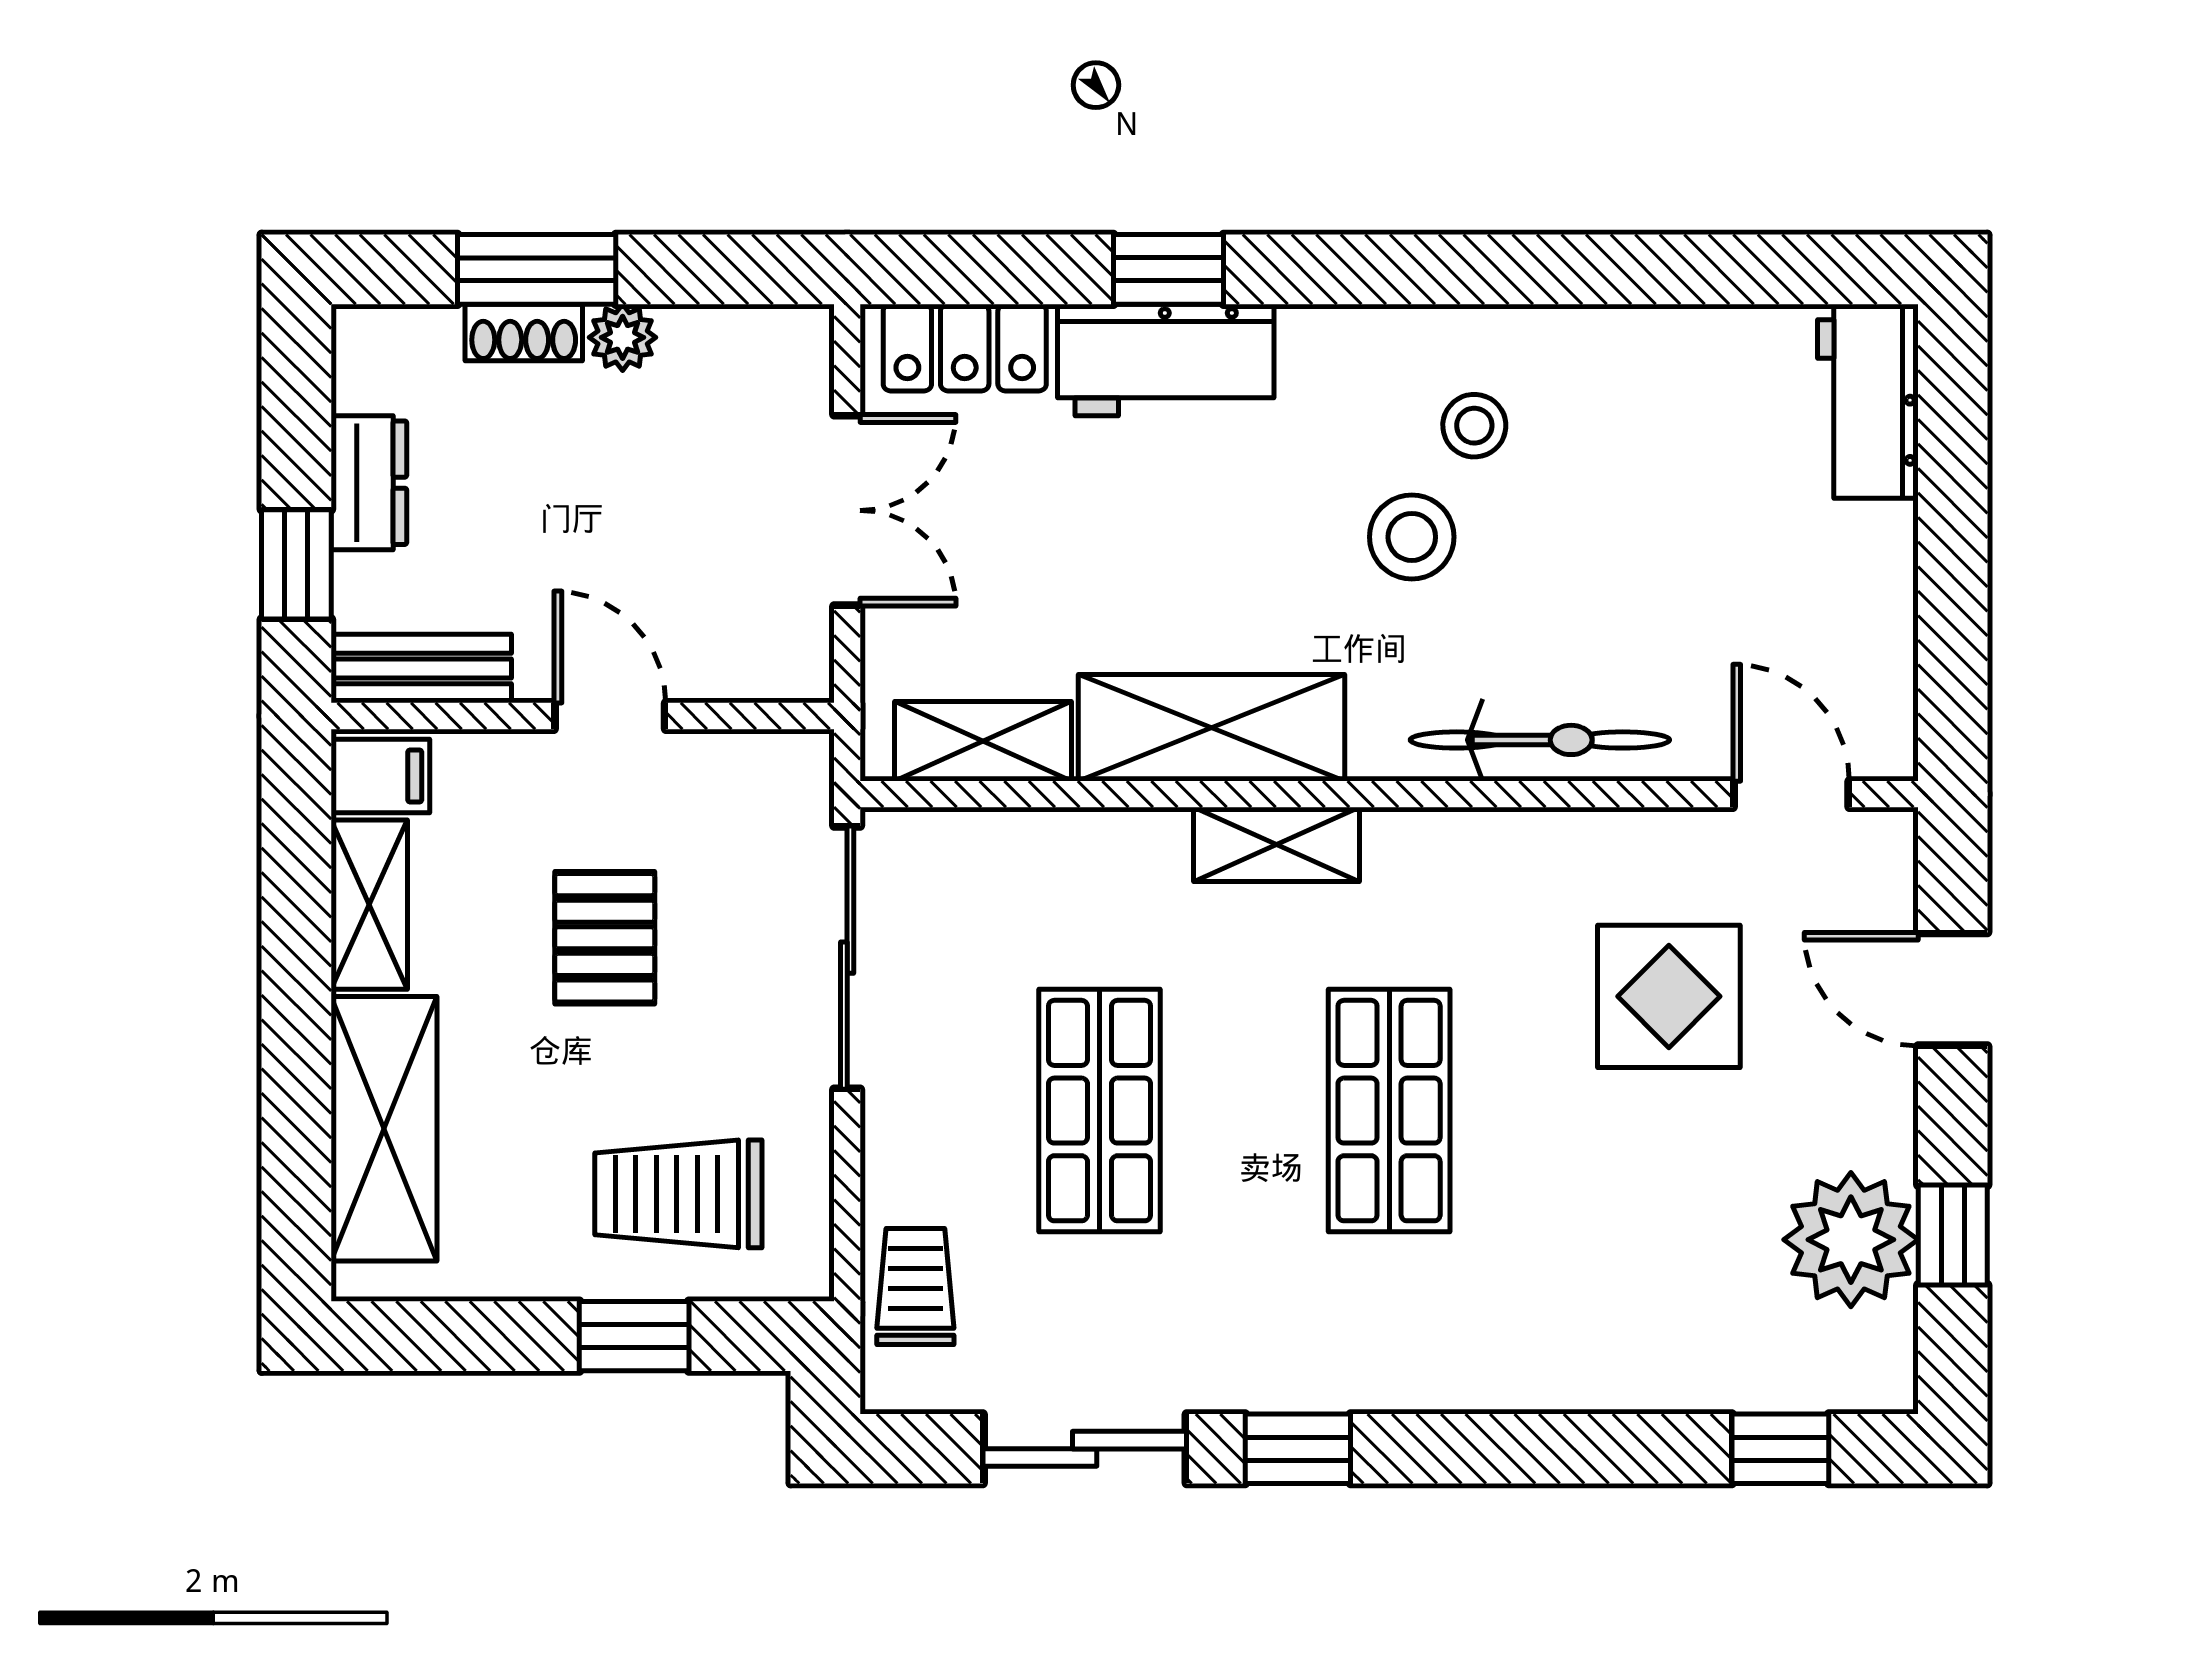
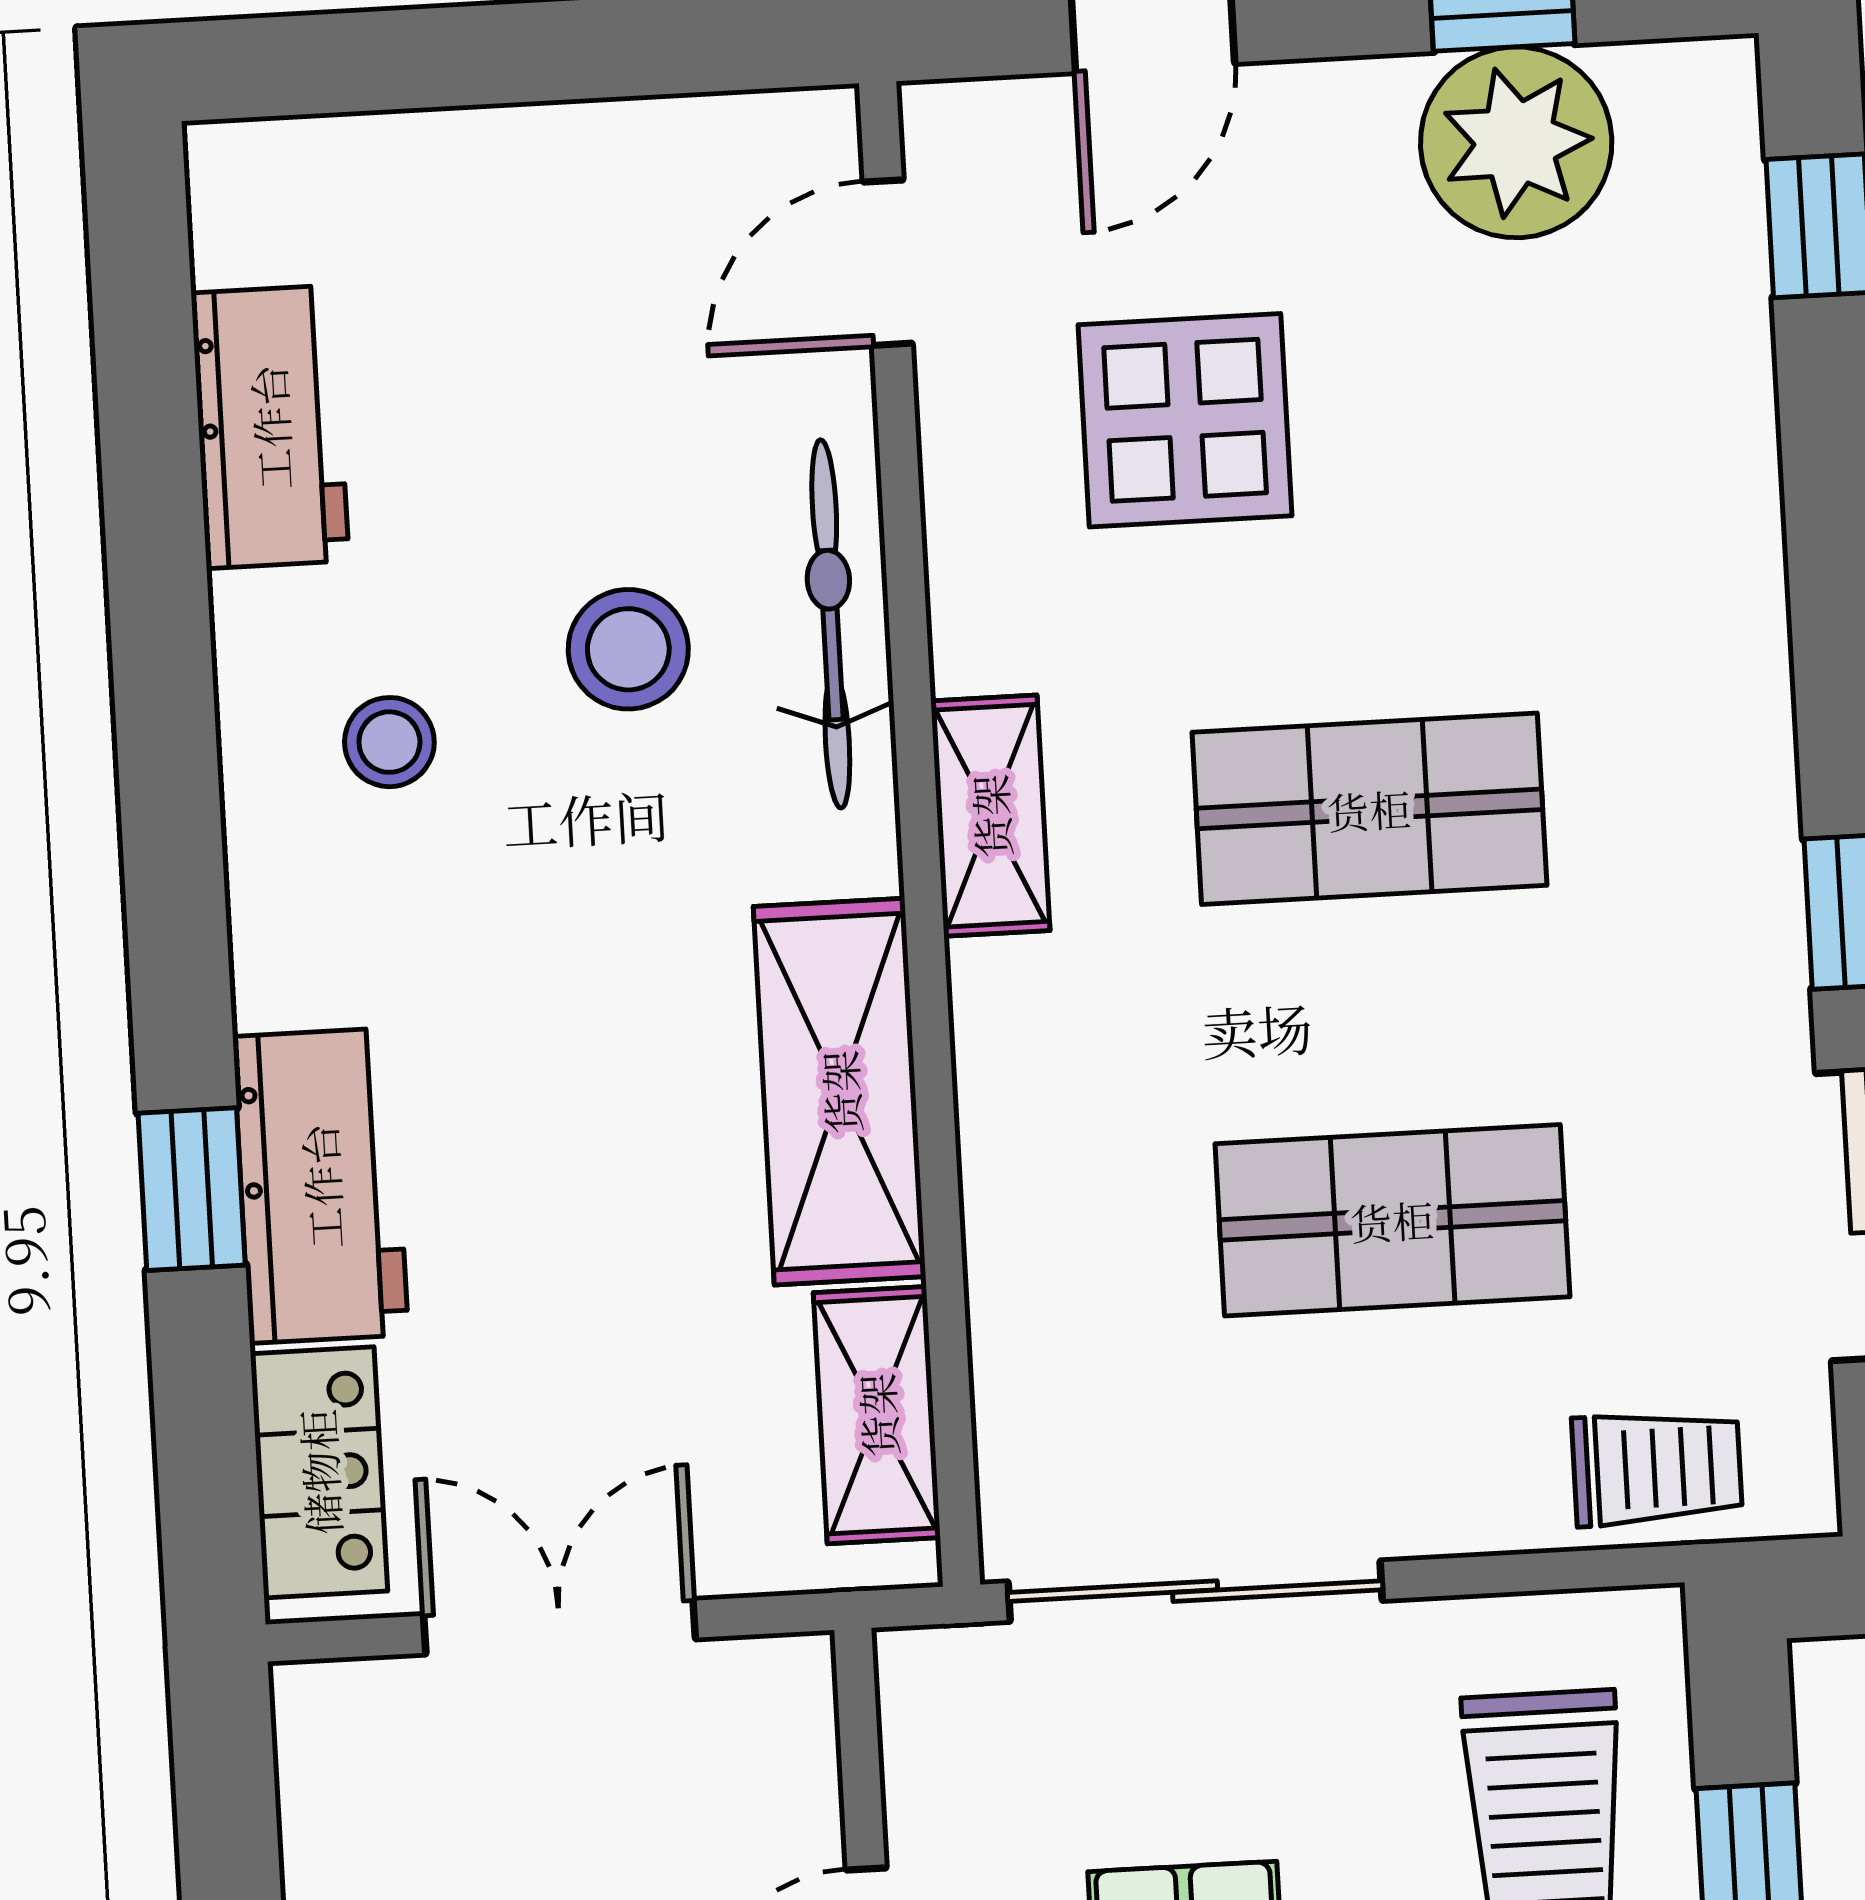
workbench: (1868, 401) -> (270, 427), moved, turned -90
stool: (1412, 537) -> (628, 649), moved
shelving: (1277, 844) -> (990, 816), moved
trolley: (915, 1286) -> (1657, 1468), turned 180

